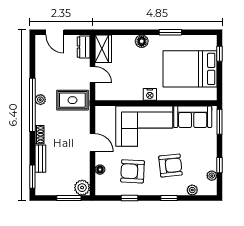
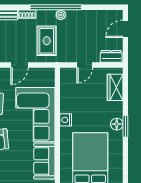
window: (170, 32) -> (125, 126), moved
floor lamp: (142, 41) -> (117, 124), moved
wardrobe: (103, 49) -> (115, 87), moved, turned 90
rug: (72, 100) -> (47, 41), moved

